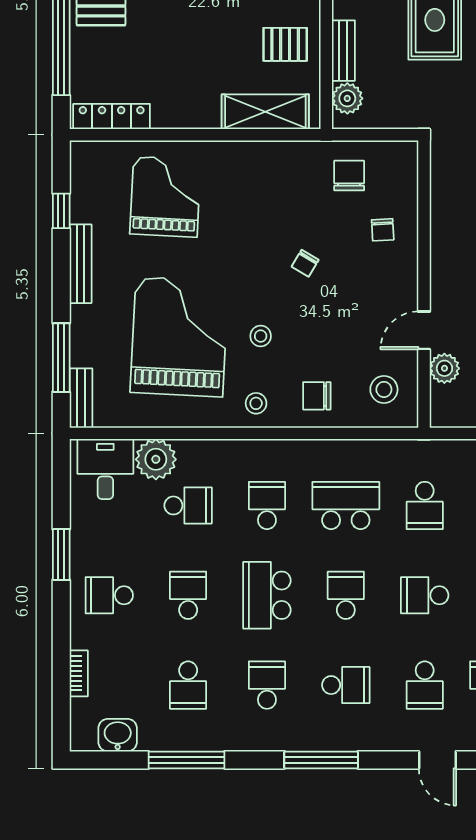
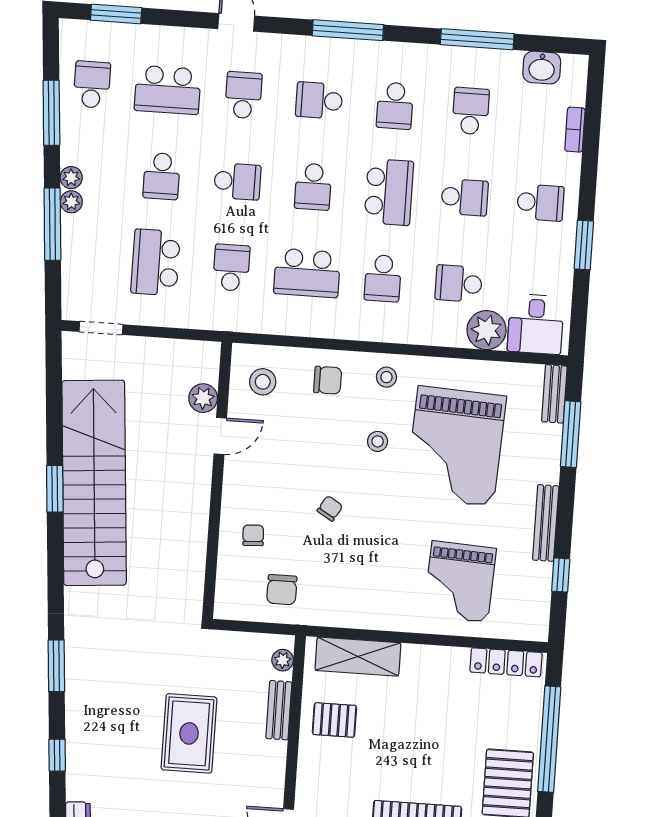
plant: (347, 98) -> (283, 660), width x0.73, depth x0.73
school desk: (188, 595) -> (465, 197), turned -90

